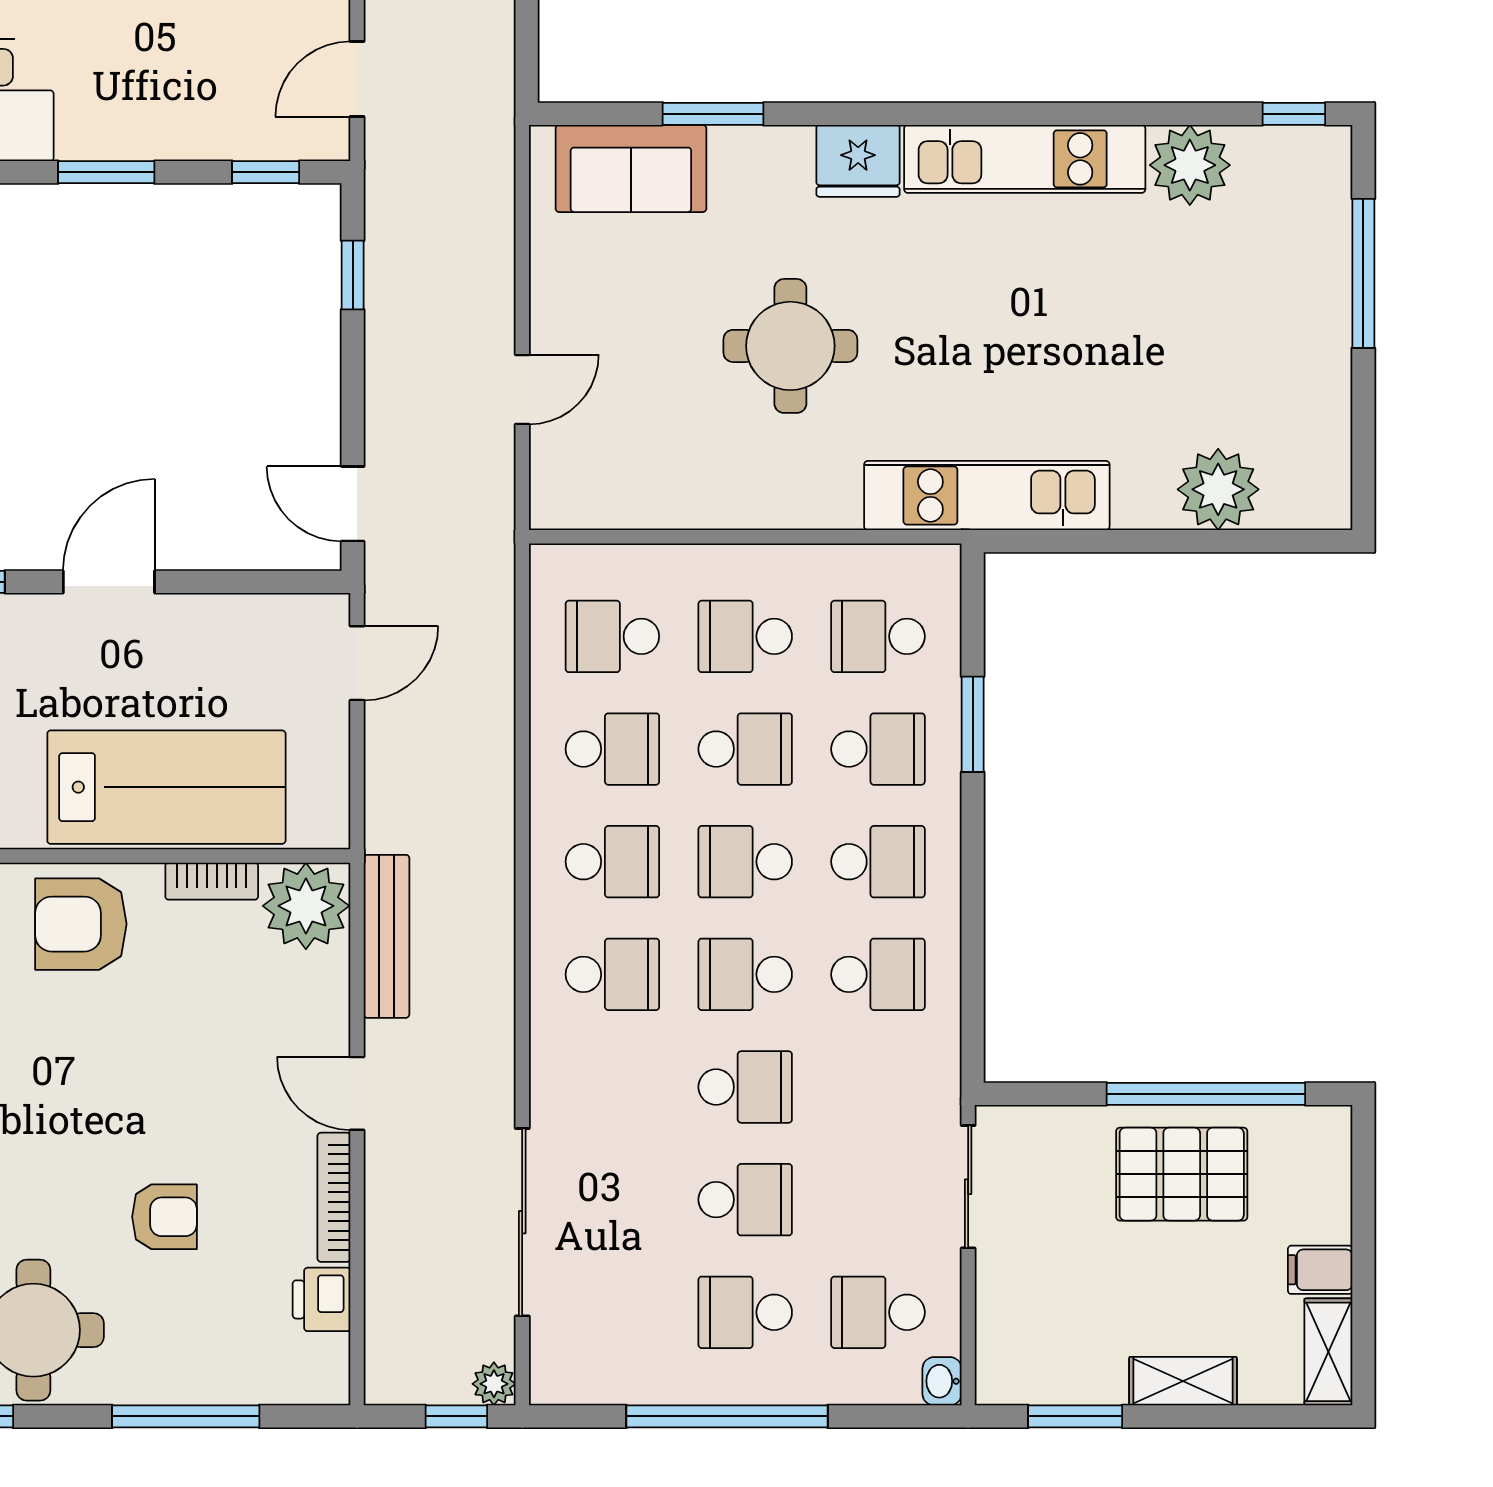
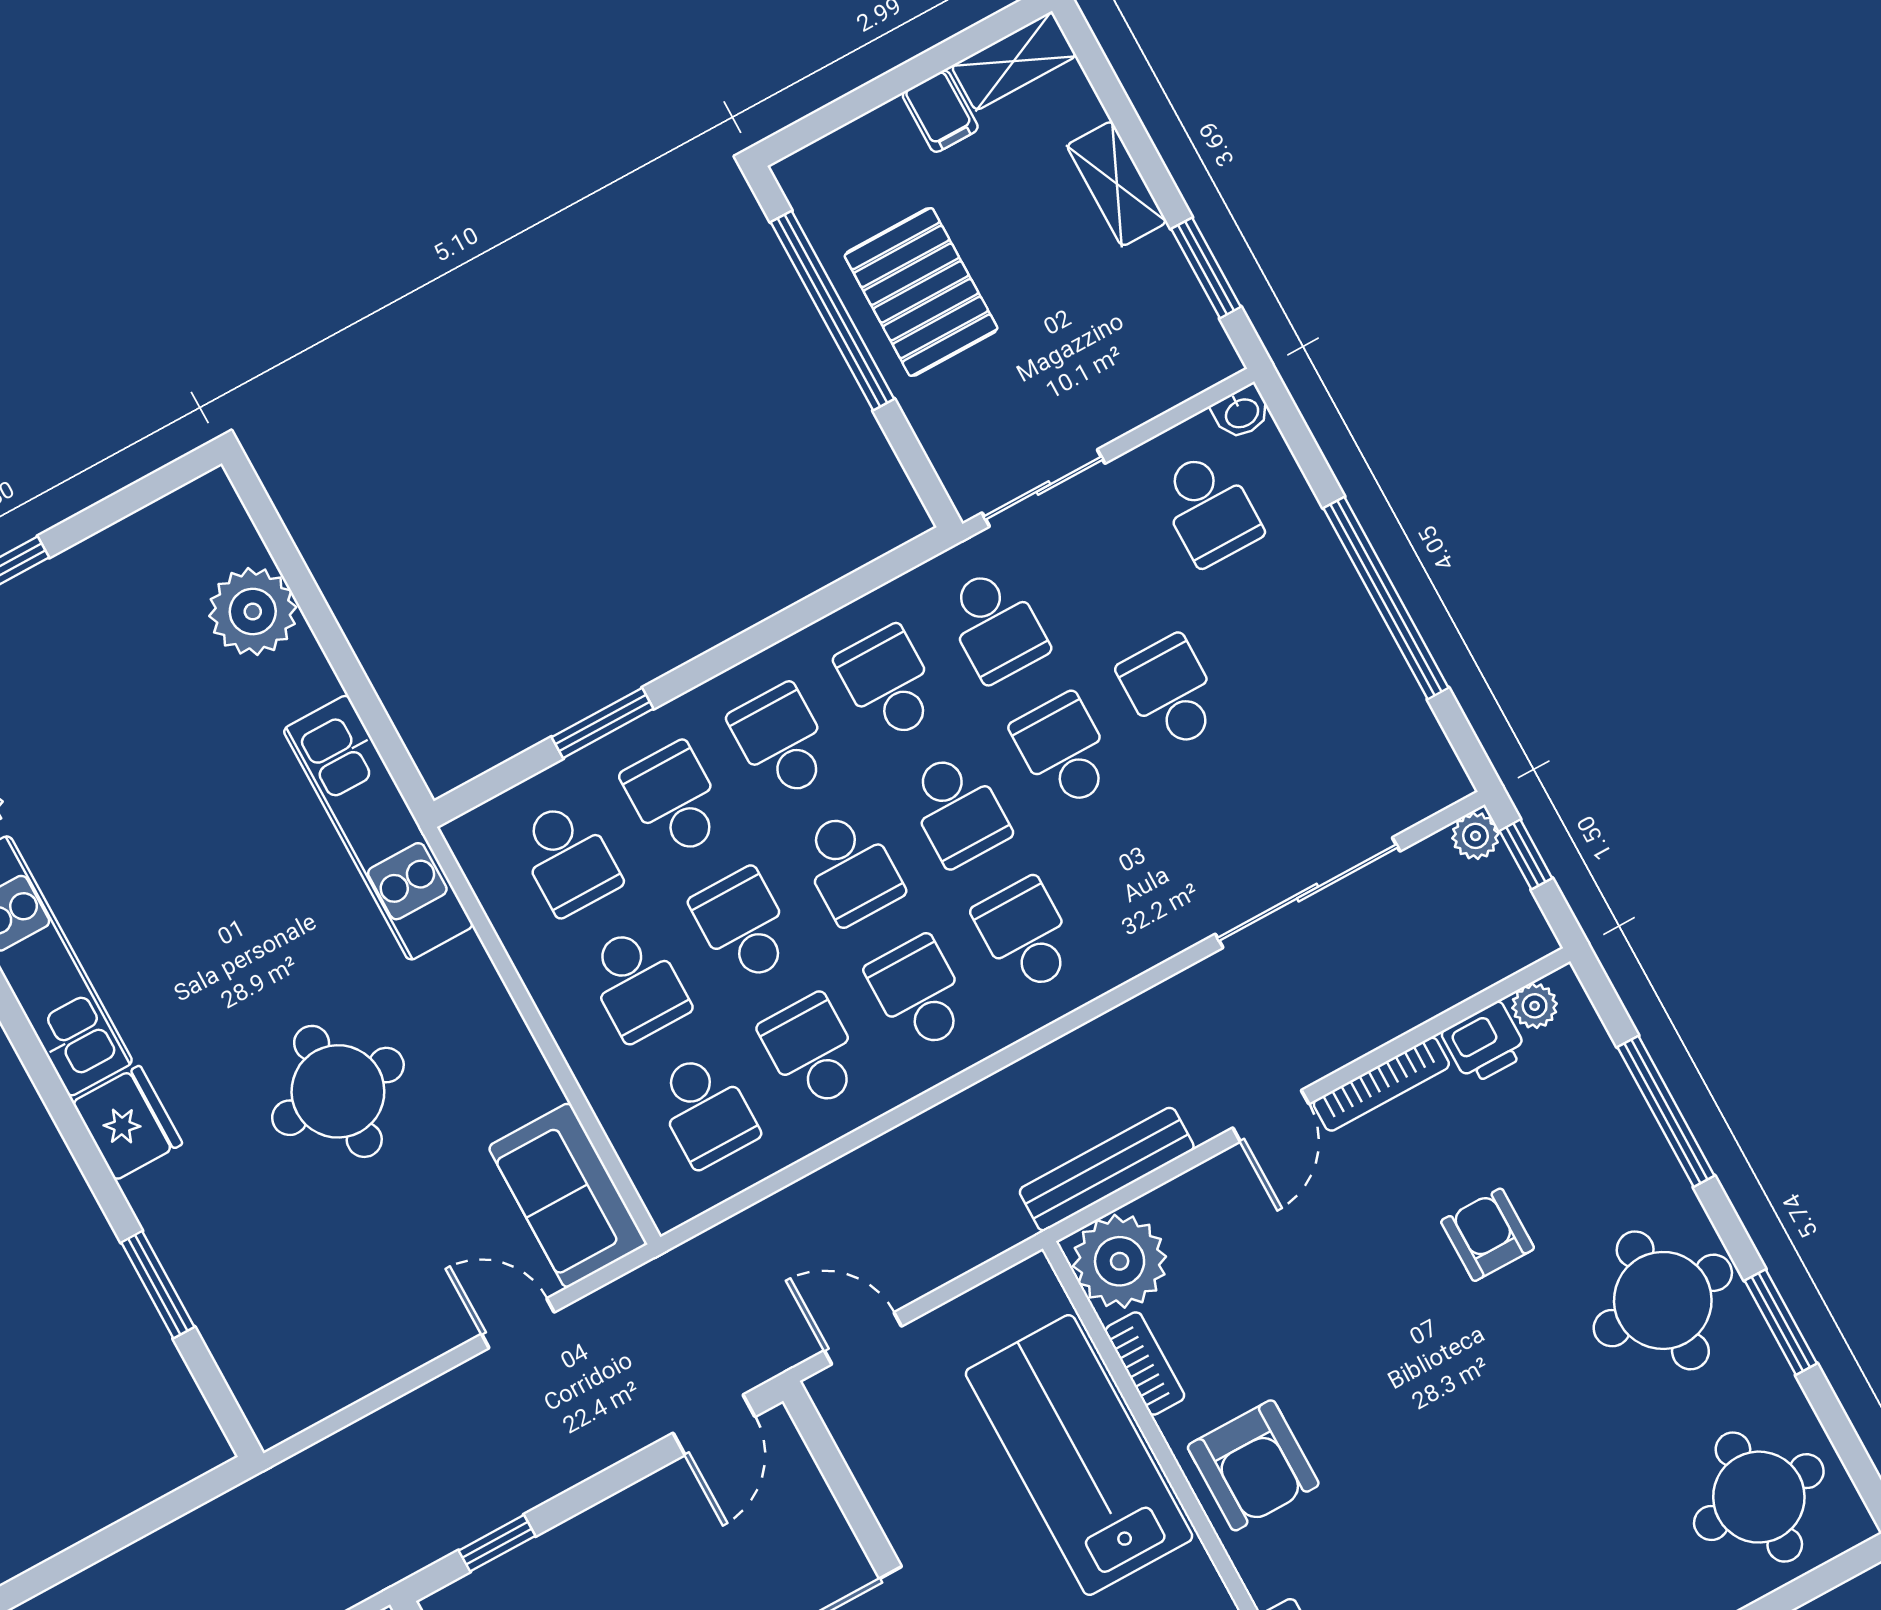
sofa: (631, 168) -> (568, 1195), moved, turned 180
school desk: (745, 1312) -> (995, 625), moved
plant: (330, 1356) -> (1535, 1006), added

